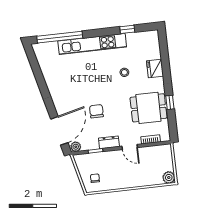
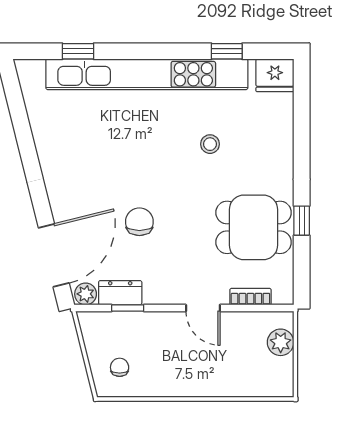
window: (60, 37) -> (78, 51), width x0.32
kitchen unit: (92, 44) -> (147, 74), width x1.36
fridge: (155, 68) -> (275, 75), moved, turned -90
dresser: (109, 142) -> (120, 293), moved
plant: (169, 178) -> (281, 342), moved

